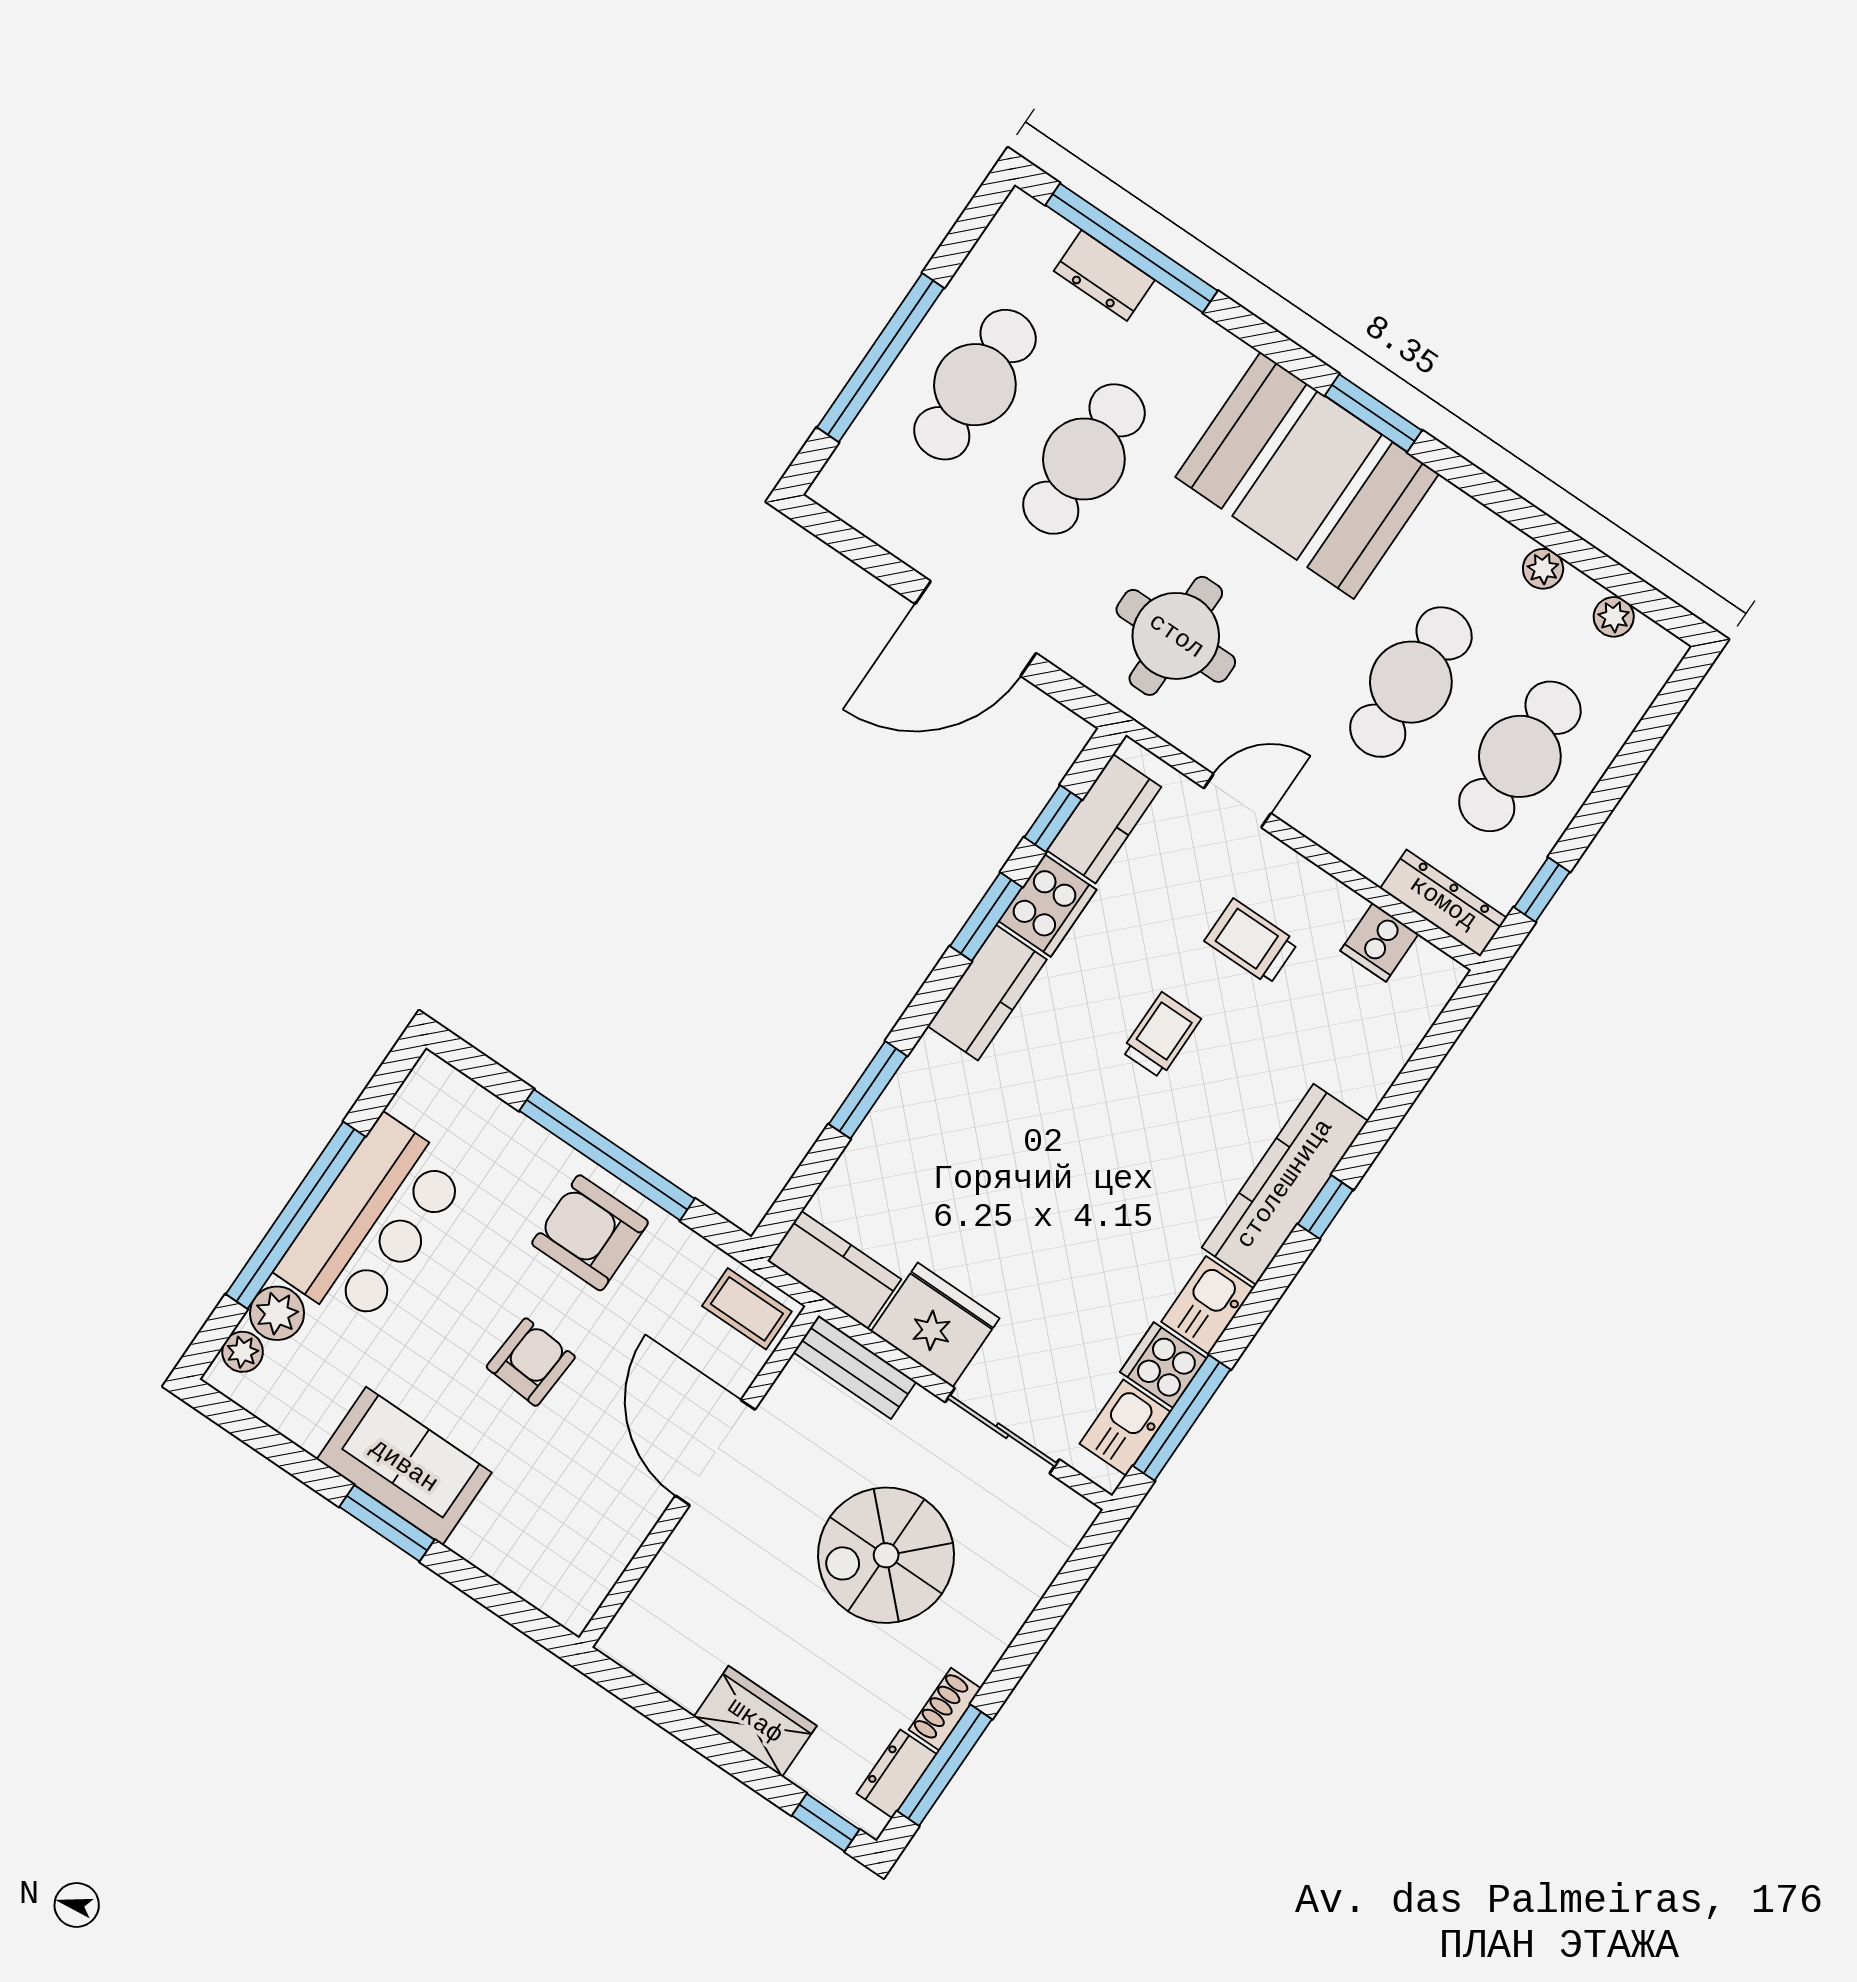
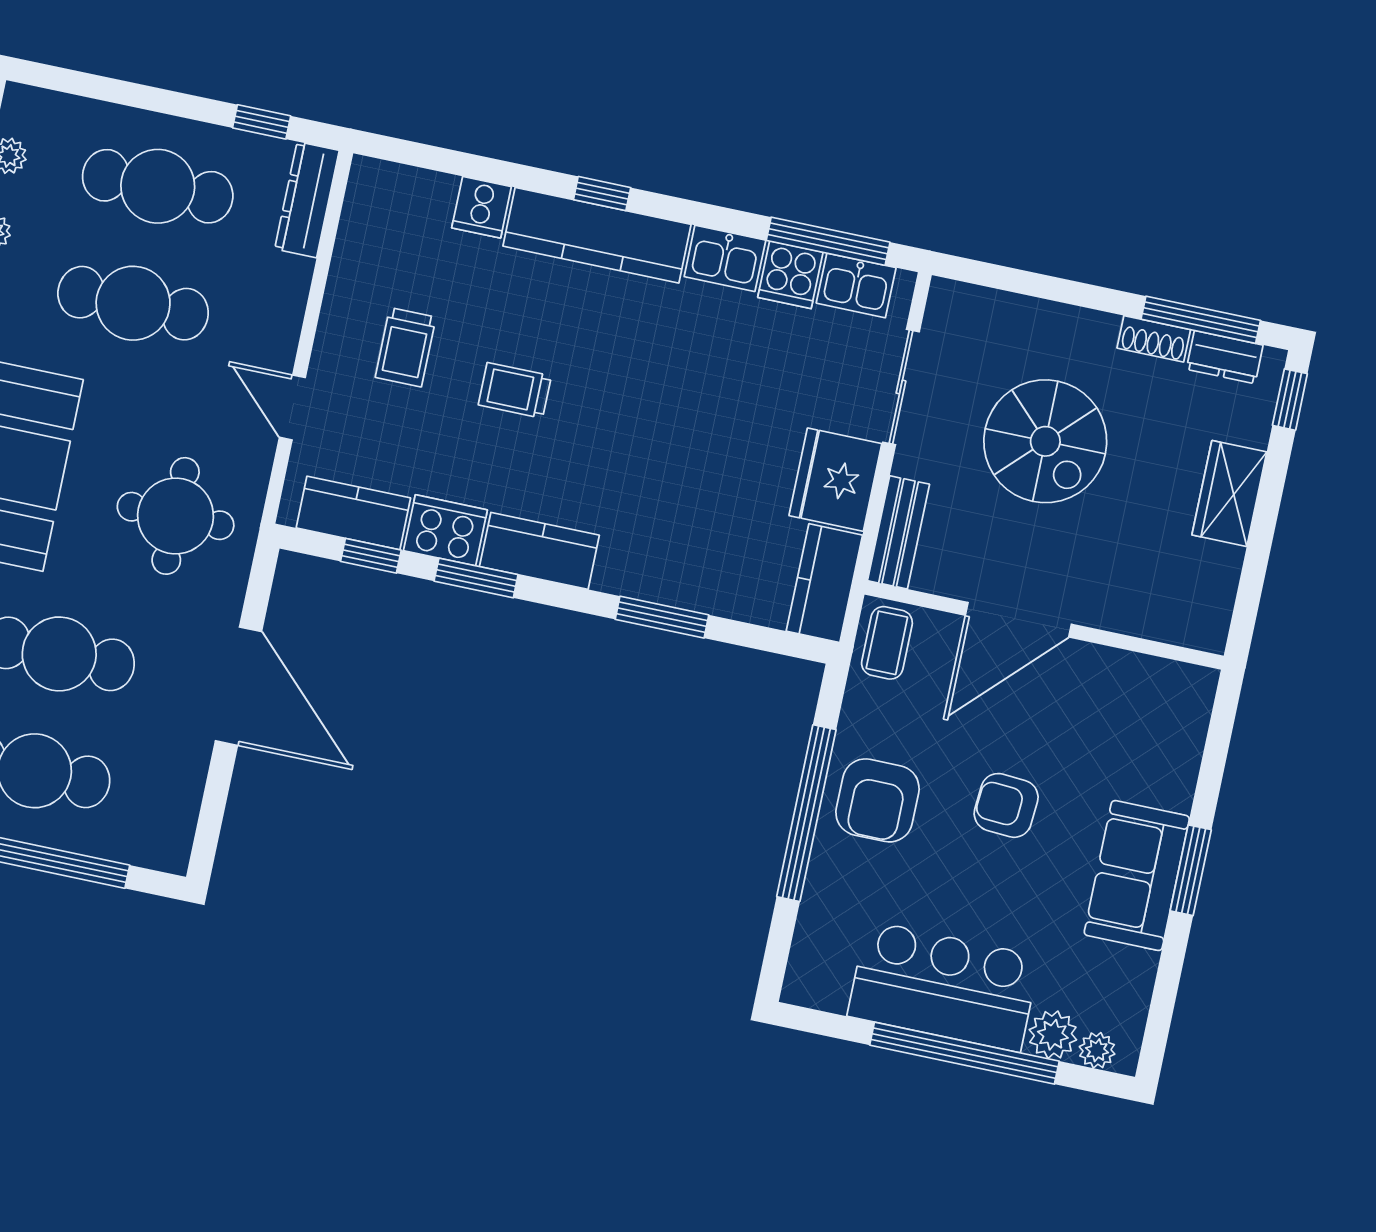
cooker: (1379, 942) -> (482, 207), moved, turned 90

